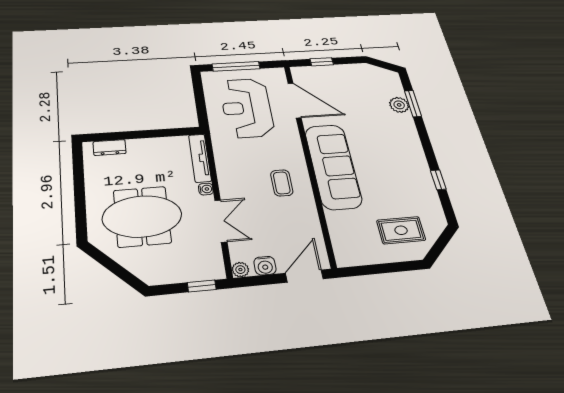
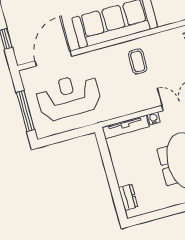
reception desk: (247, 108) -> (69, 97), turned 180
coffee table: (282, 183) -> (138, 61), turned 90

